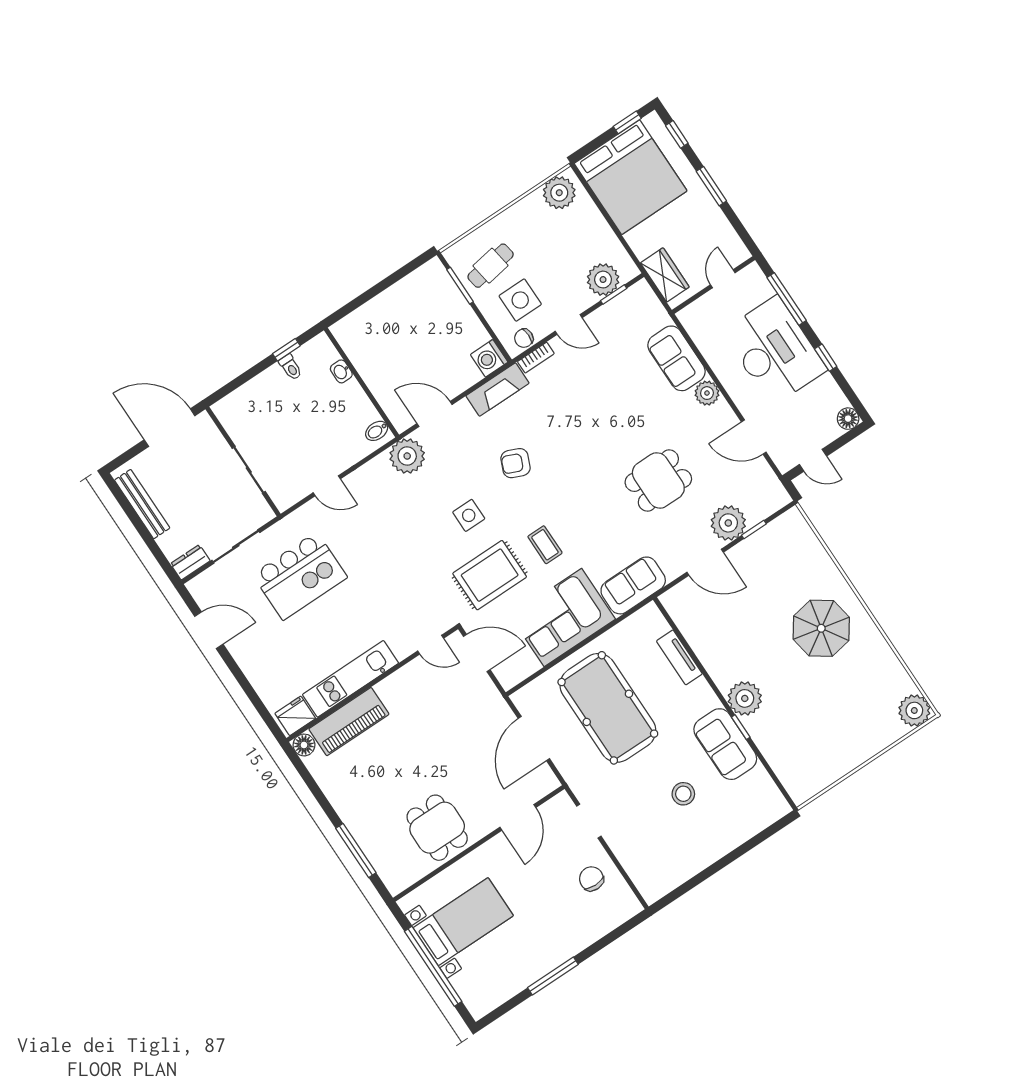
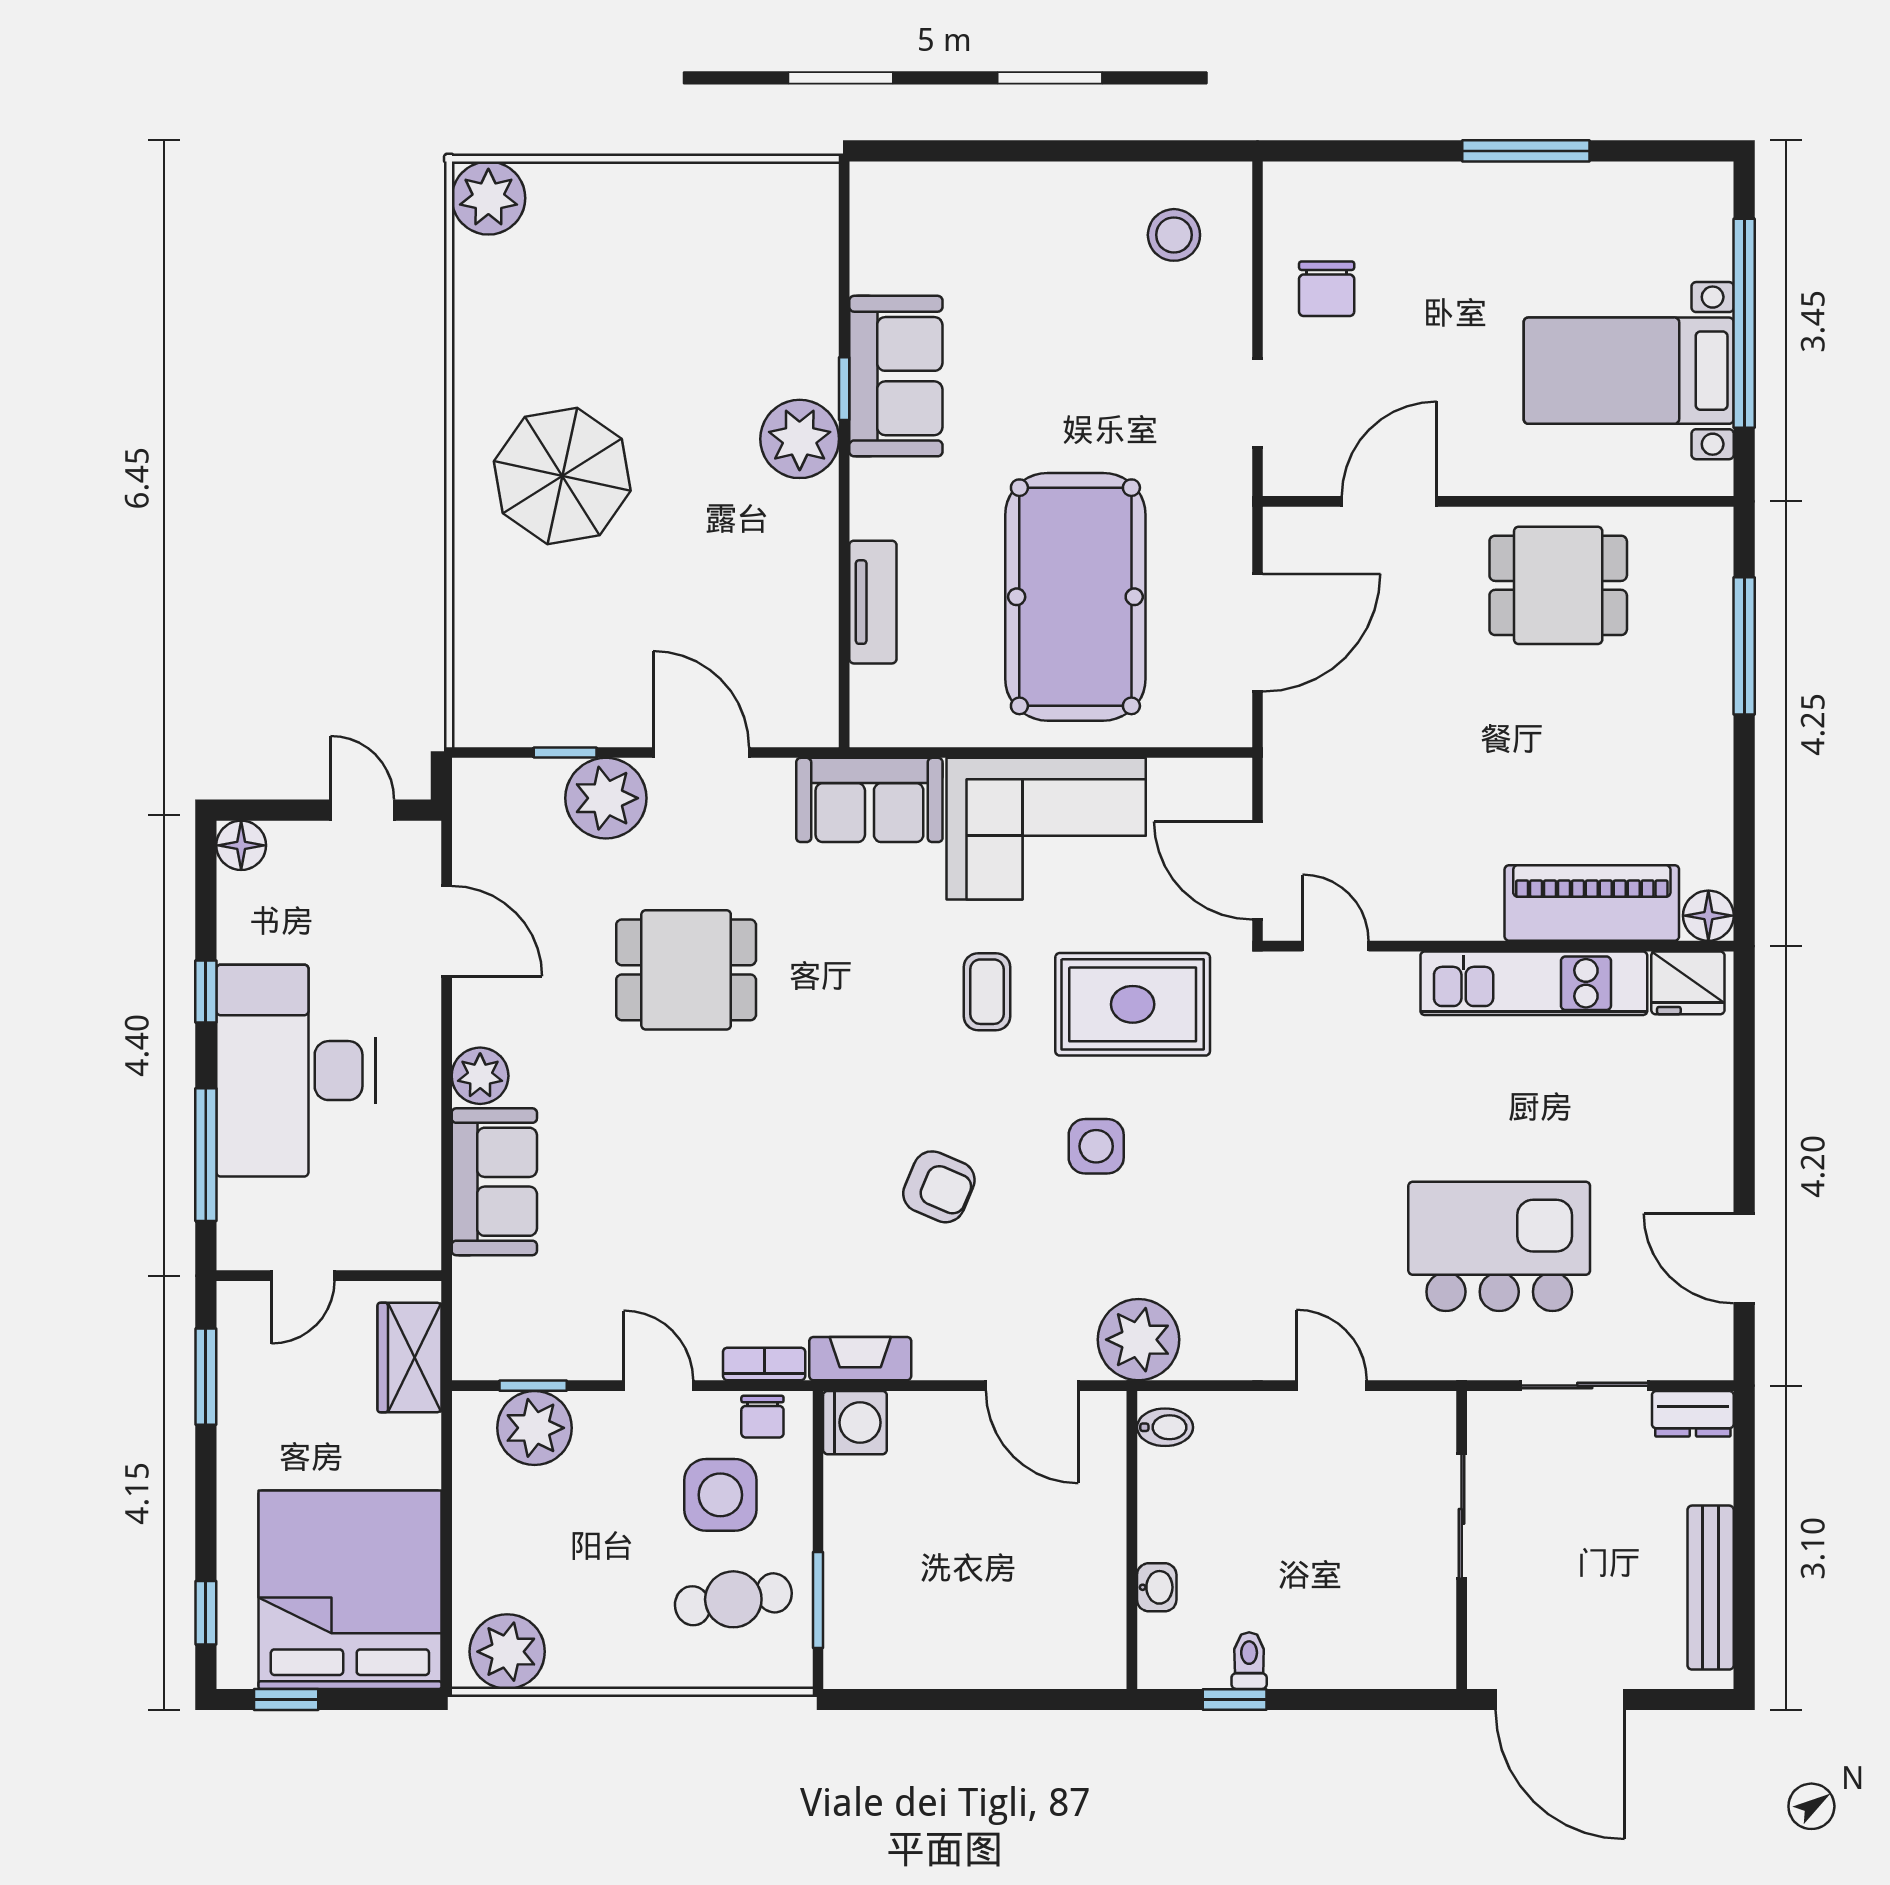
window: (711, 186) -> (206, 1377), moved
chair: (524, 338) -> (762, 1417), turned 90
fireplace: (498, 390) -> (860, 1359), width x0.73, depth x0.76
stool: (683, 794) -> (1174, 235), moved
dining table: (437, 828) -> (1558, 585), turned 90

